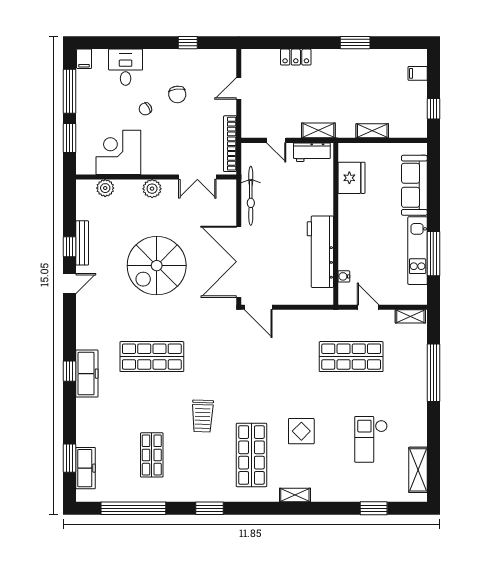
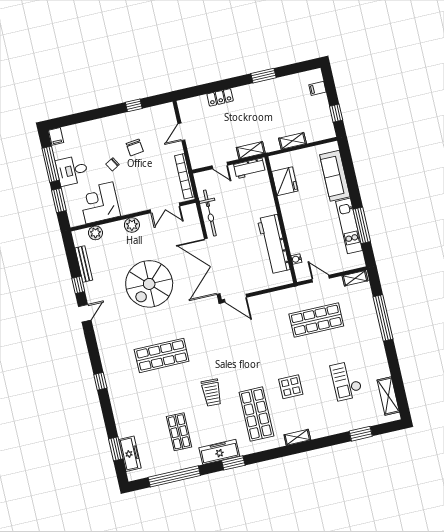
desk: (126, 67) -> (72, 170), moved, turned -90
bench: (82, 243) -> (84, 264), moved
freezer: (87, 374) -> (219, 452), moved, turned -90

